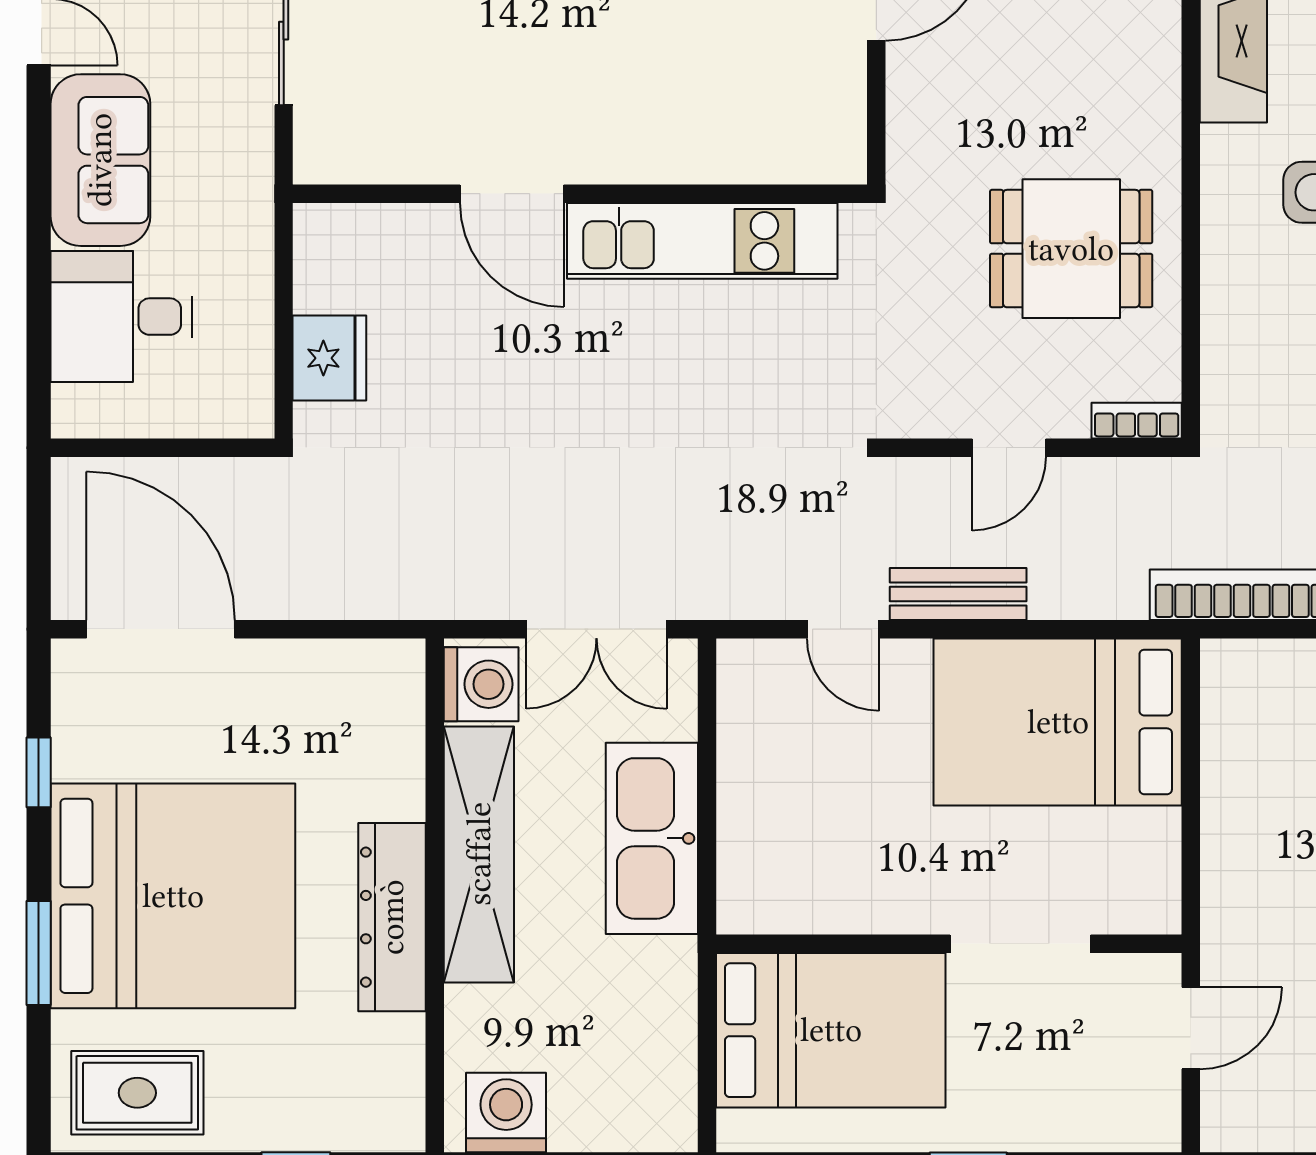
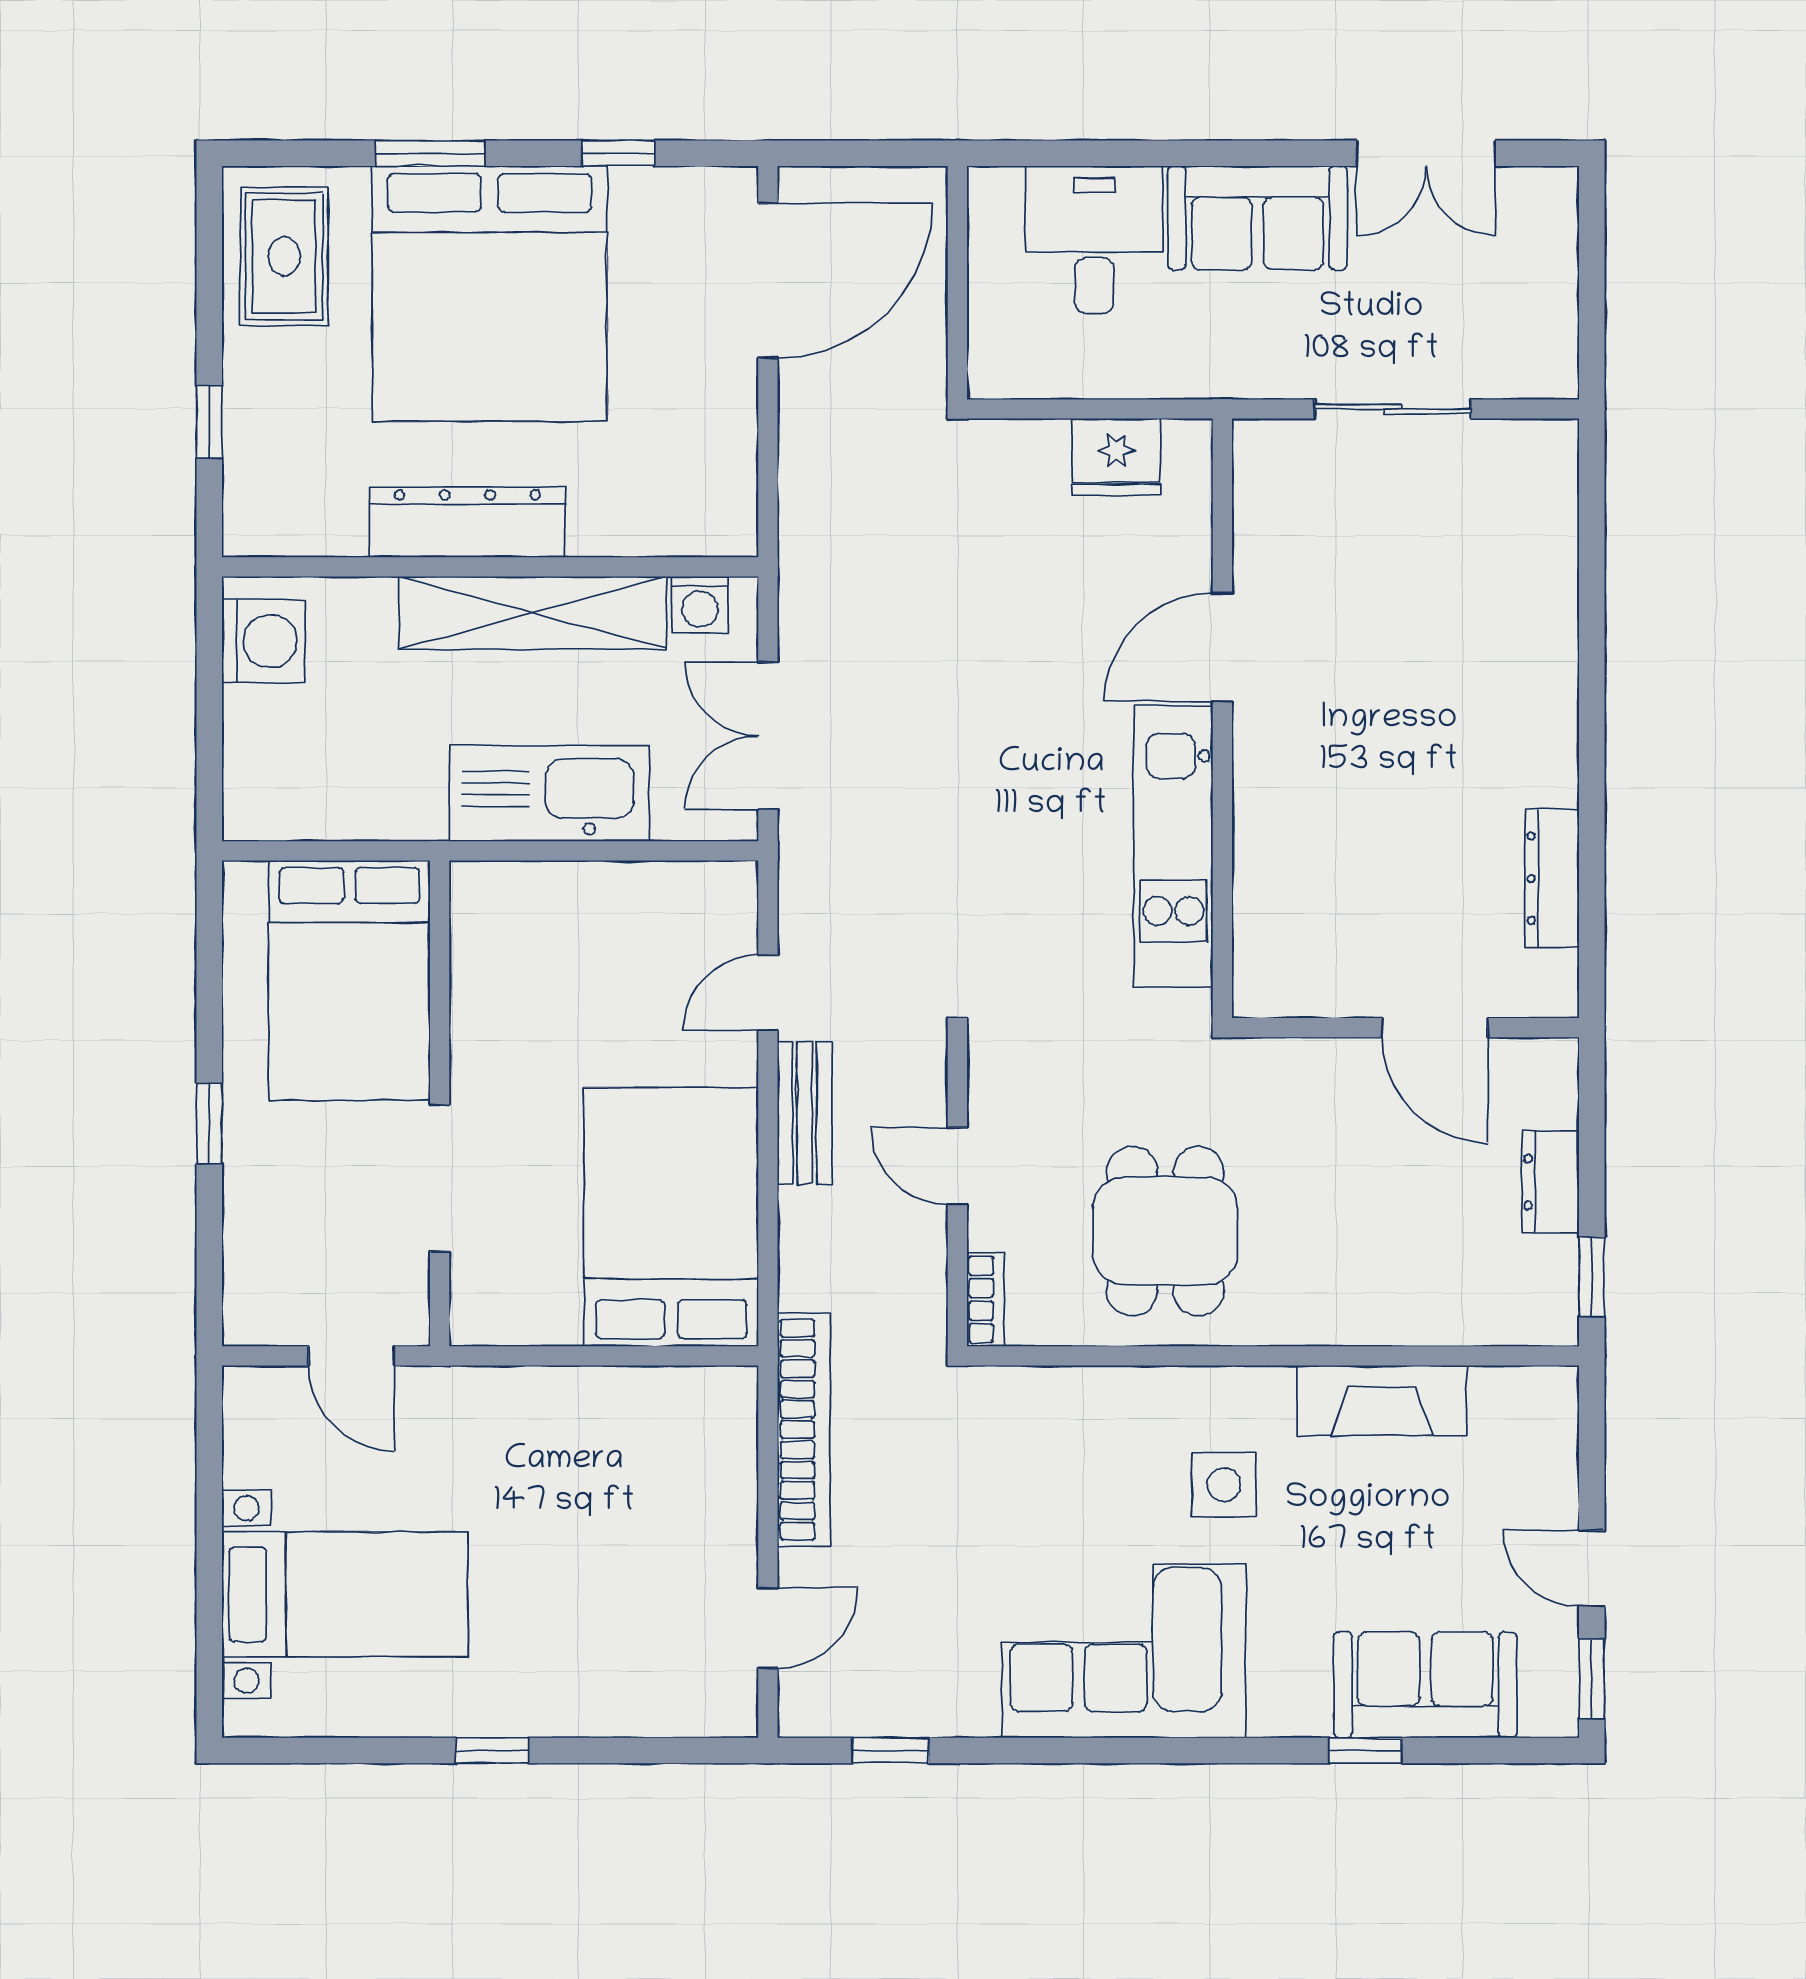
fridge: (329, 358) -> (1116, 457), moved
washing machine: (481, 684) -> (700, 604), width x0.73, depth x0.73

